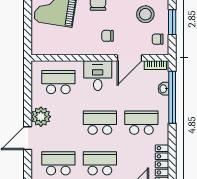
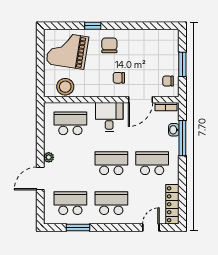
stool: (145, 14) -> (65, 87), moved
window: (172, 97) -> (182, 138), width x0.68
plant: (41, 117) -> (49, 157), width x0.53, depth x0.53

